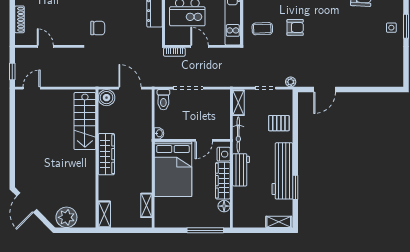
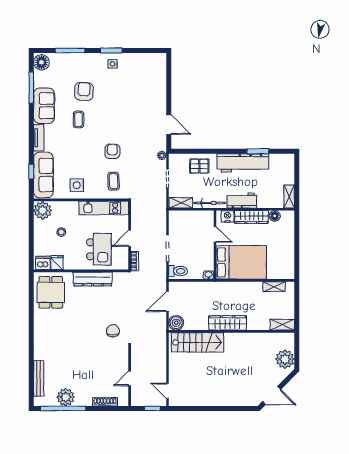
pallet: (279, 123) -> (199, 166), turned 90
shelving: (279, 222) -> (289, 196), moved
window: (205, 230) -> (297, 233), removed

